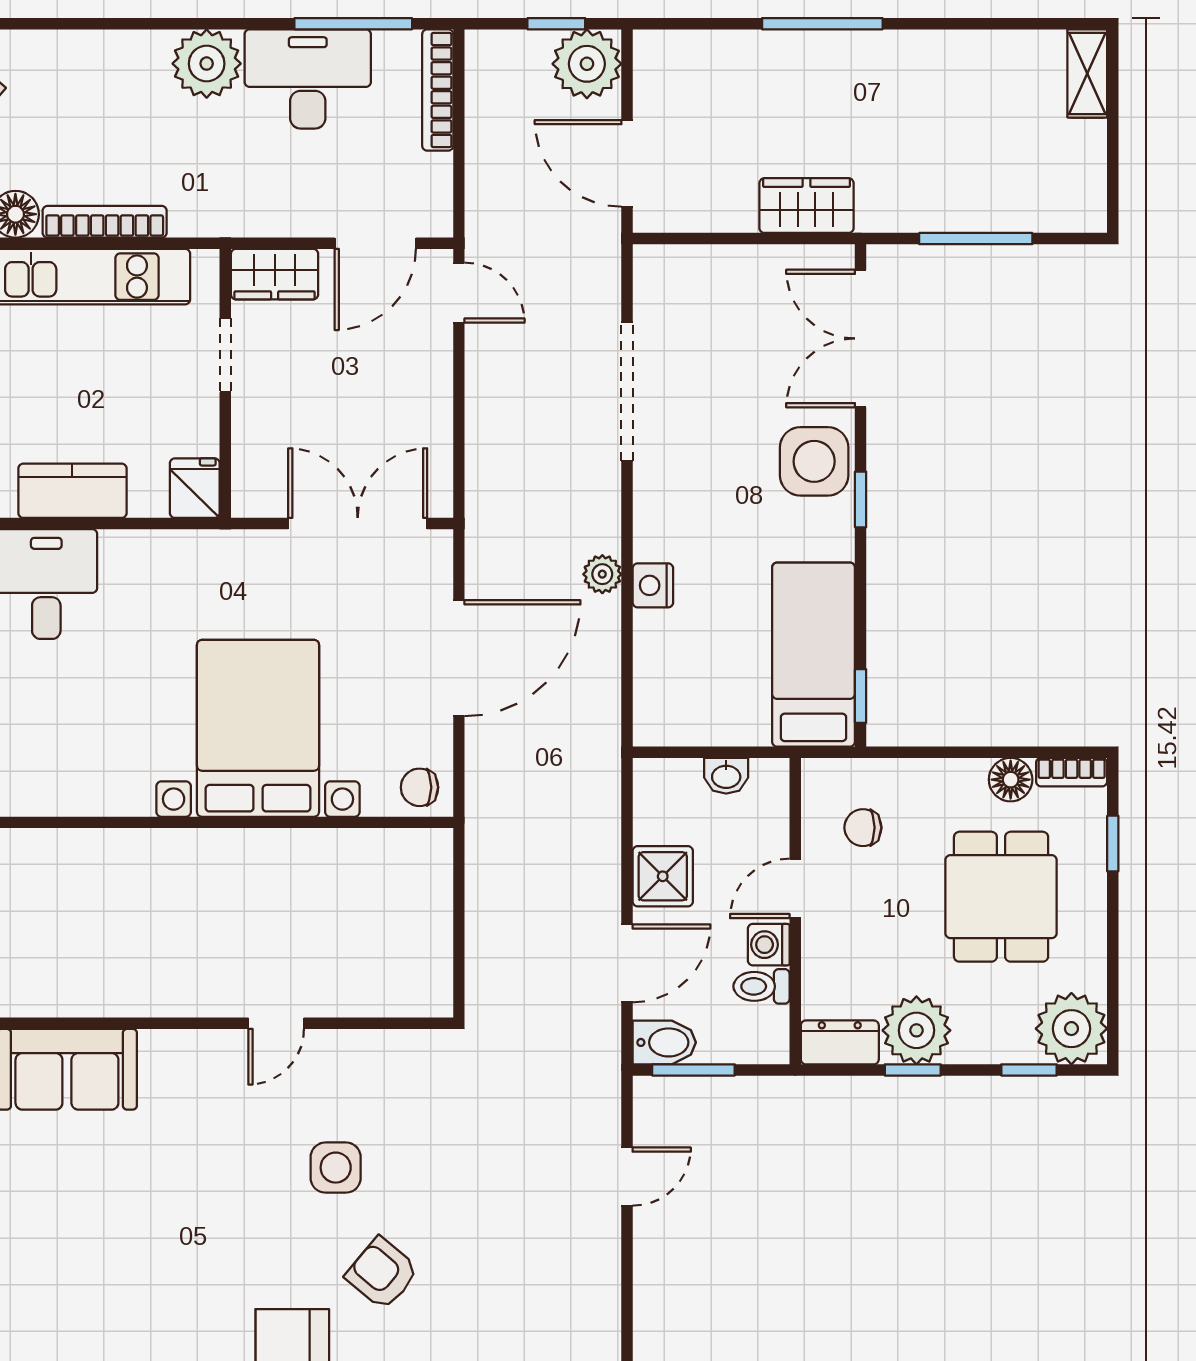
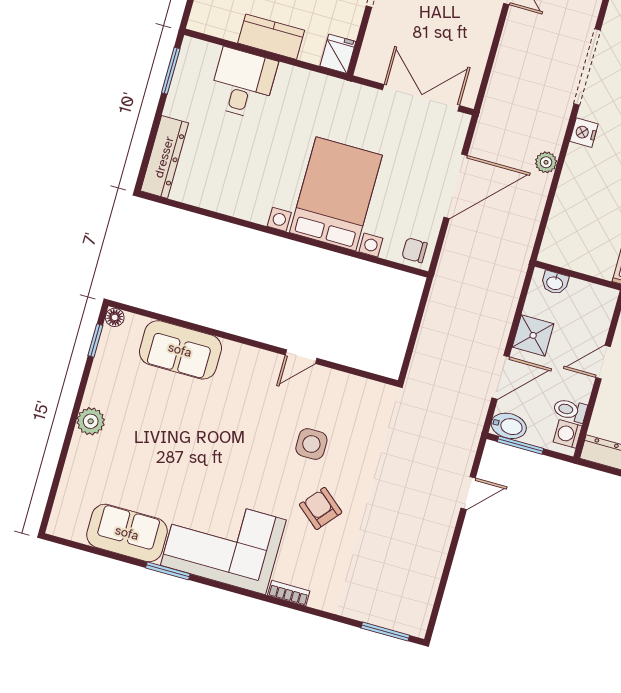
nightstand: (653, 585) -> (584, 133), moved
washbasin: (726, 776) -> (555, 283), moved
washing machine: (769, 945) -> (568, 434), moved

